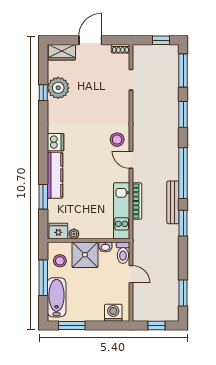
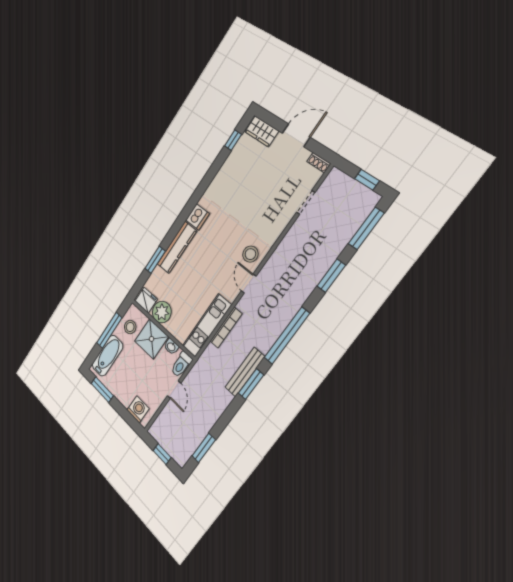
plant: (58, 88) -> (235, 165), removed
window: (43, 93) -> (233, 140), moved
bench: (173, 202) -> (245, 372), moved
plant: (74, 234) -> (162, 312), width x1.87, depth x1.87

